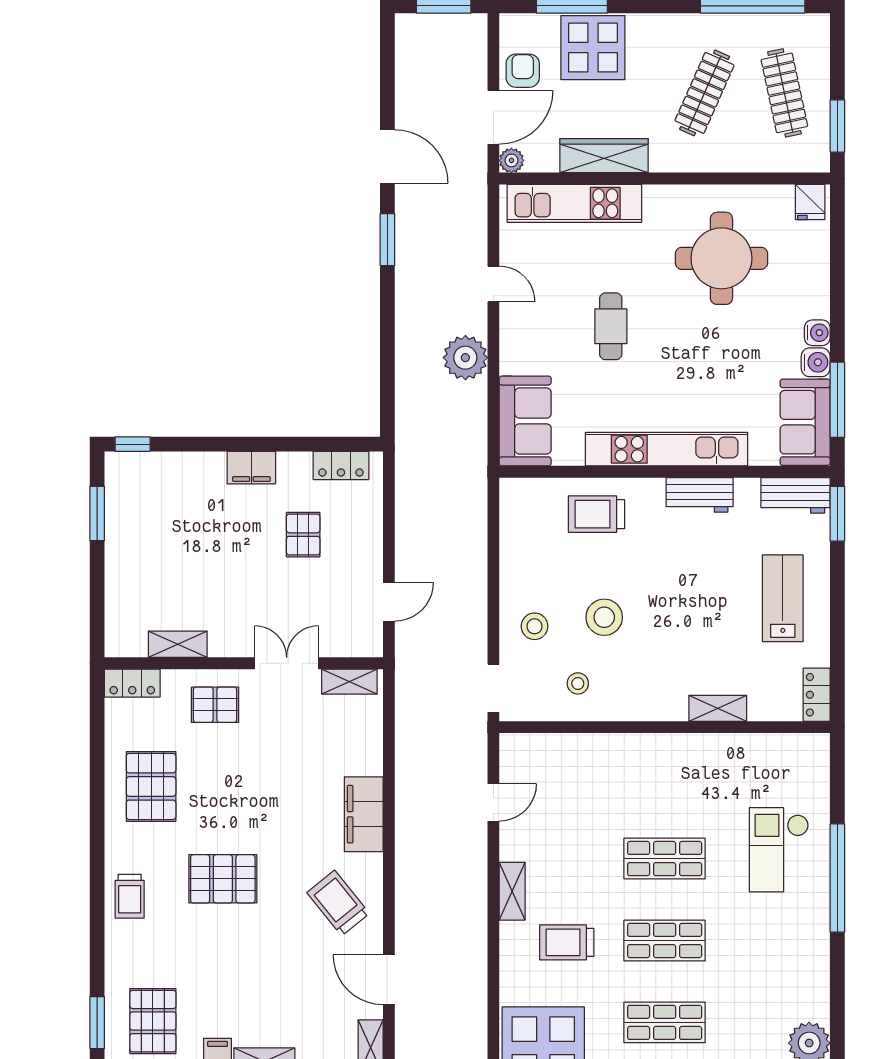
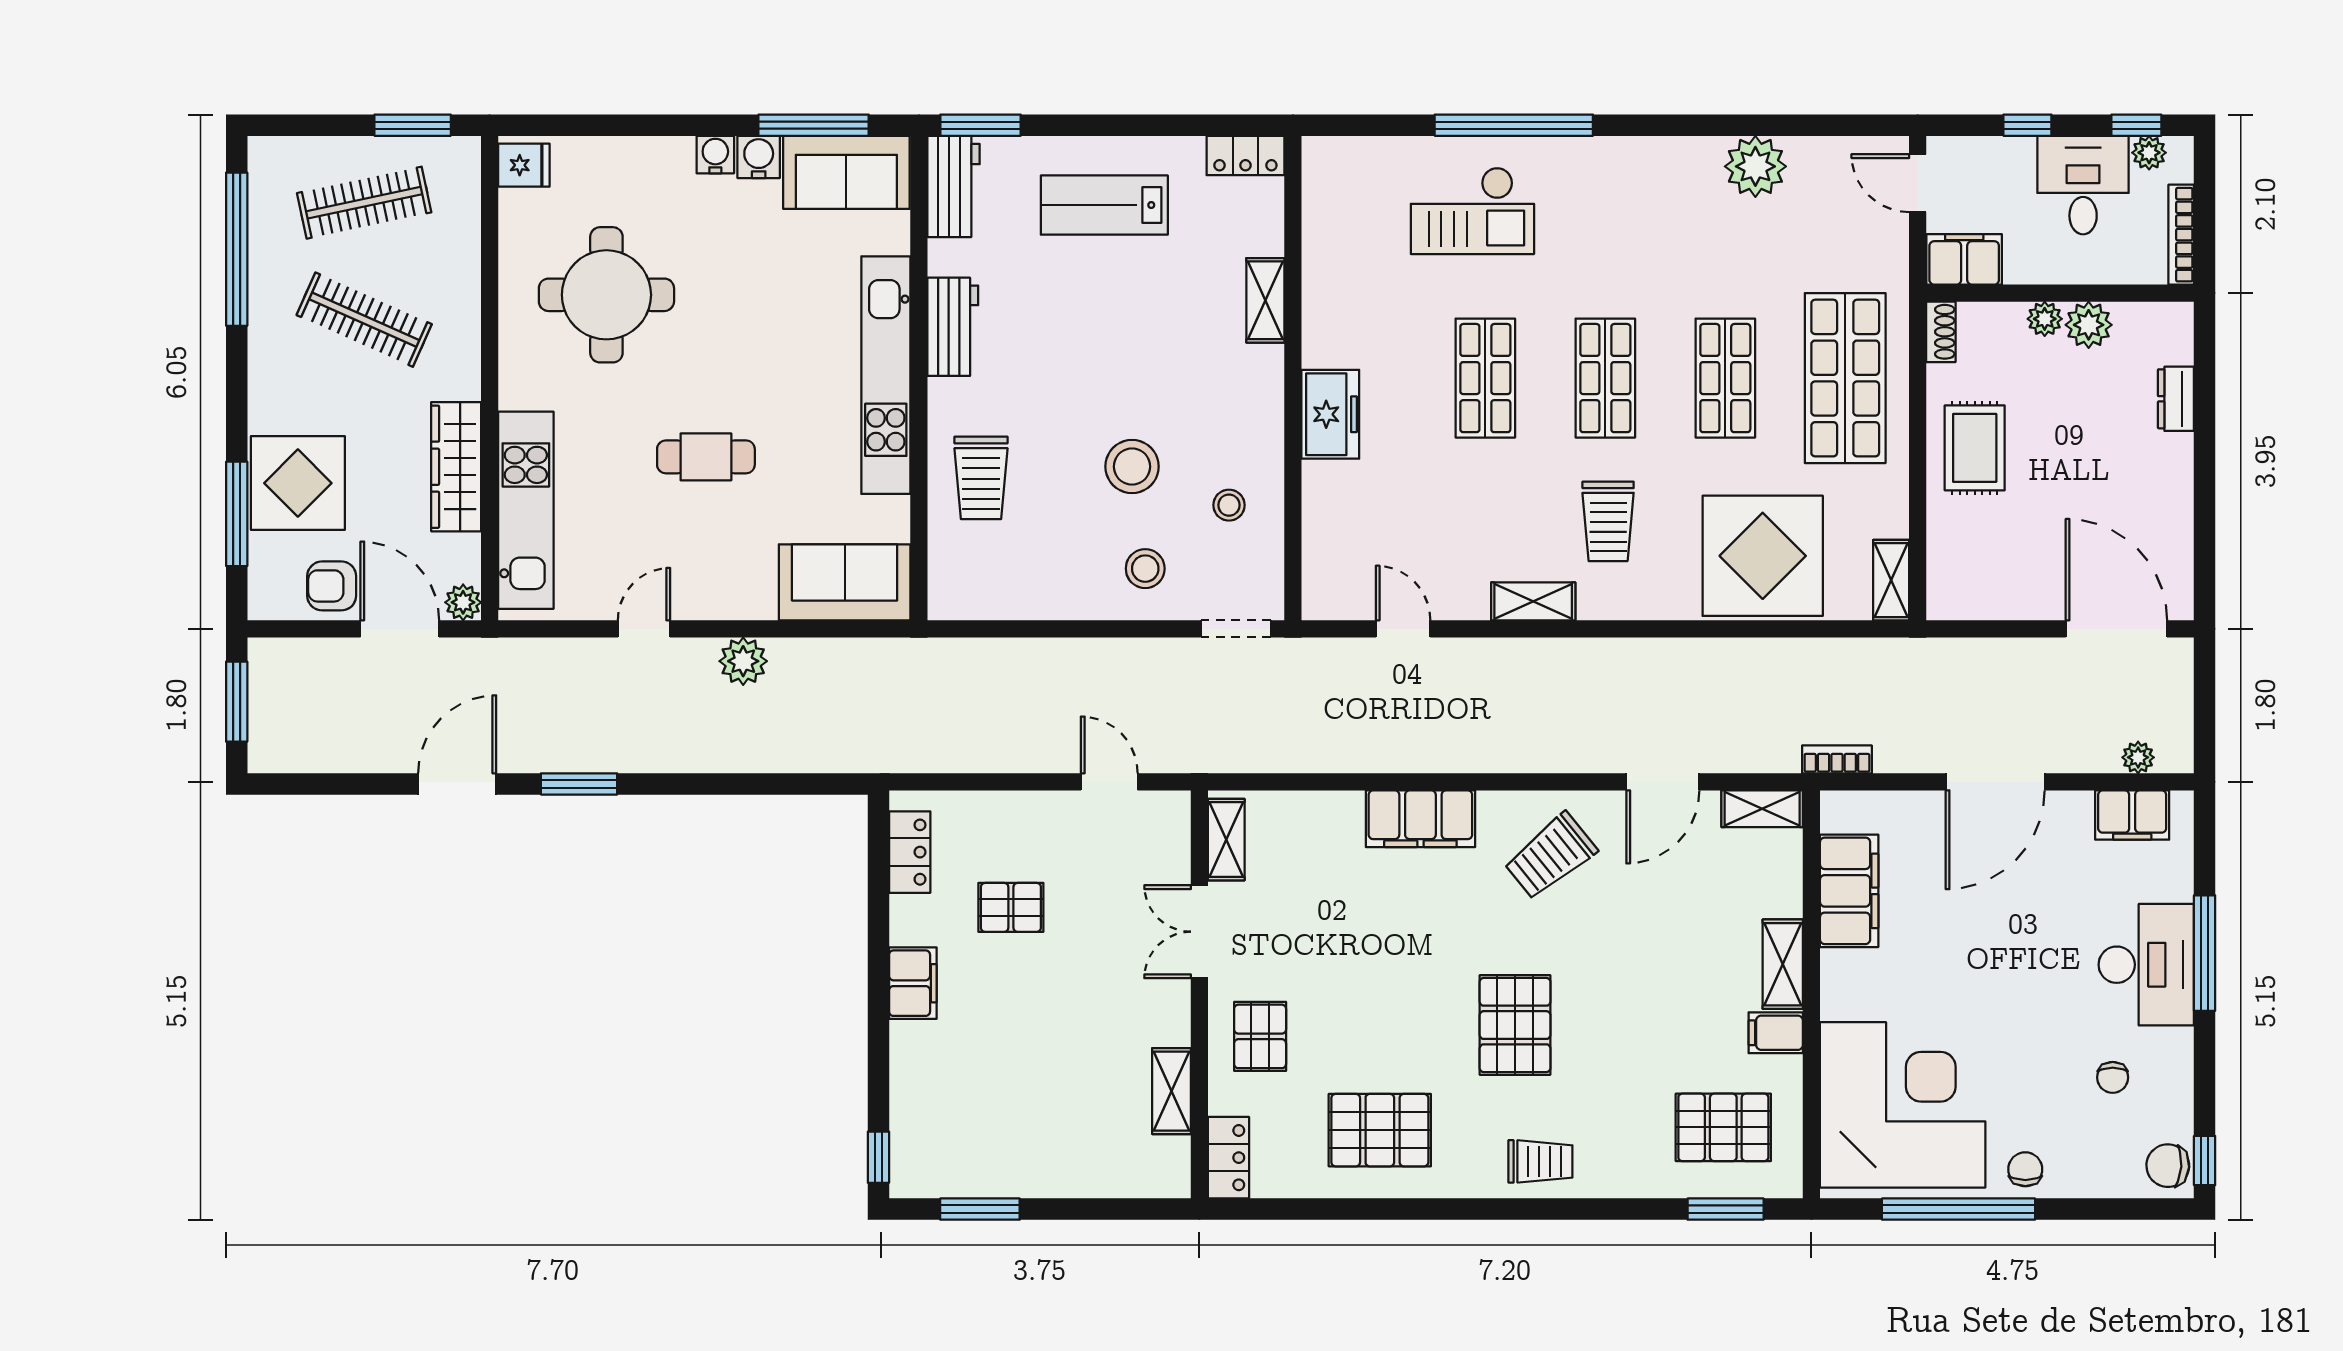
plant: (465, 358) -> (743, 661), width x0.73, depth x0.73
freezer: (640, 753) -> (1330, 414), added

